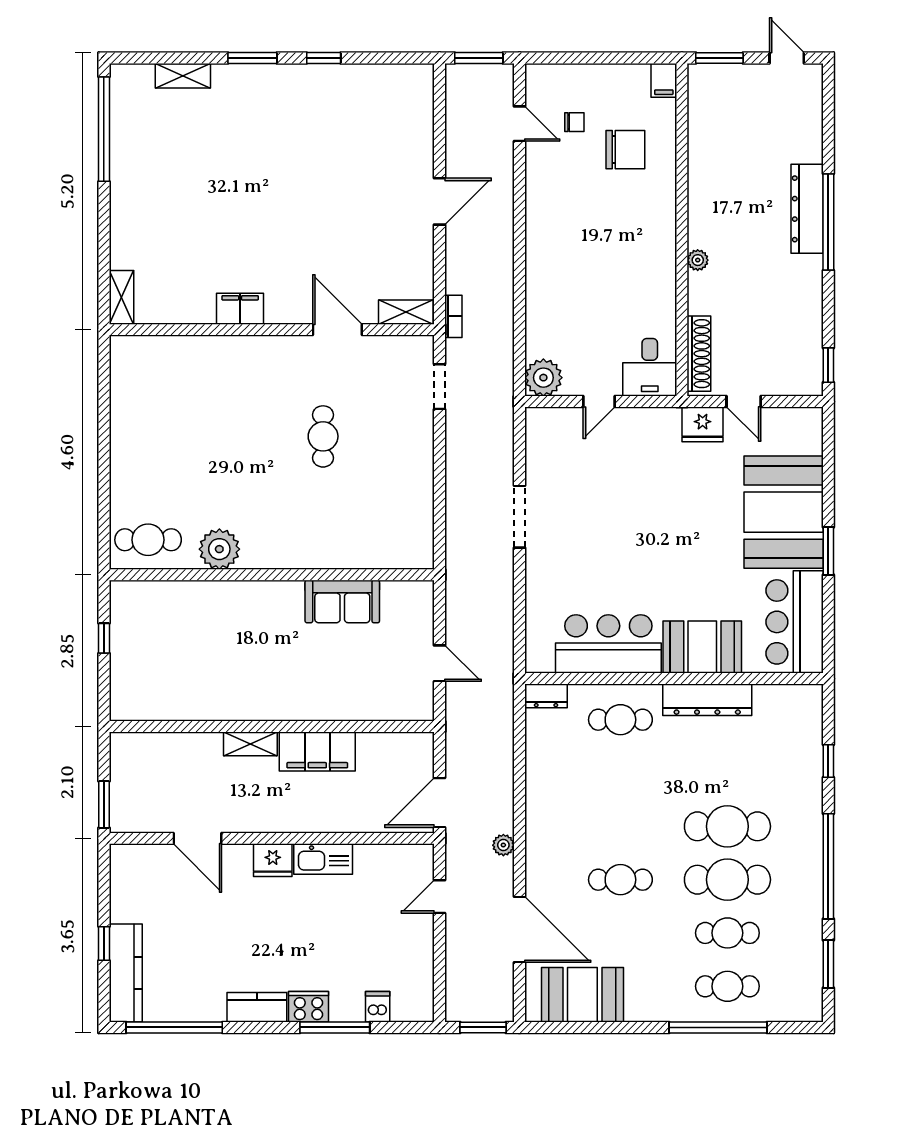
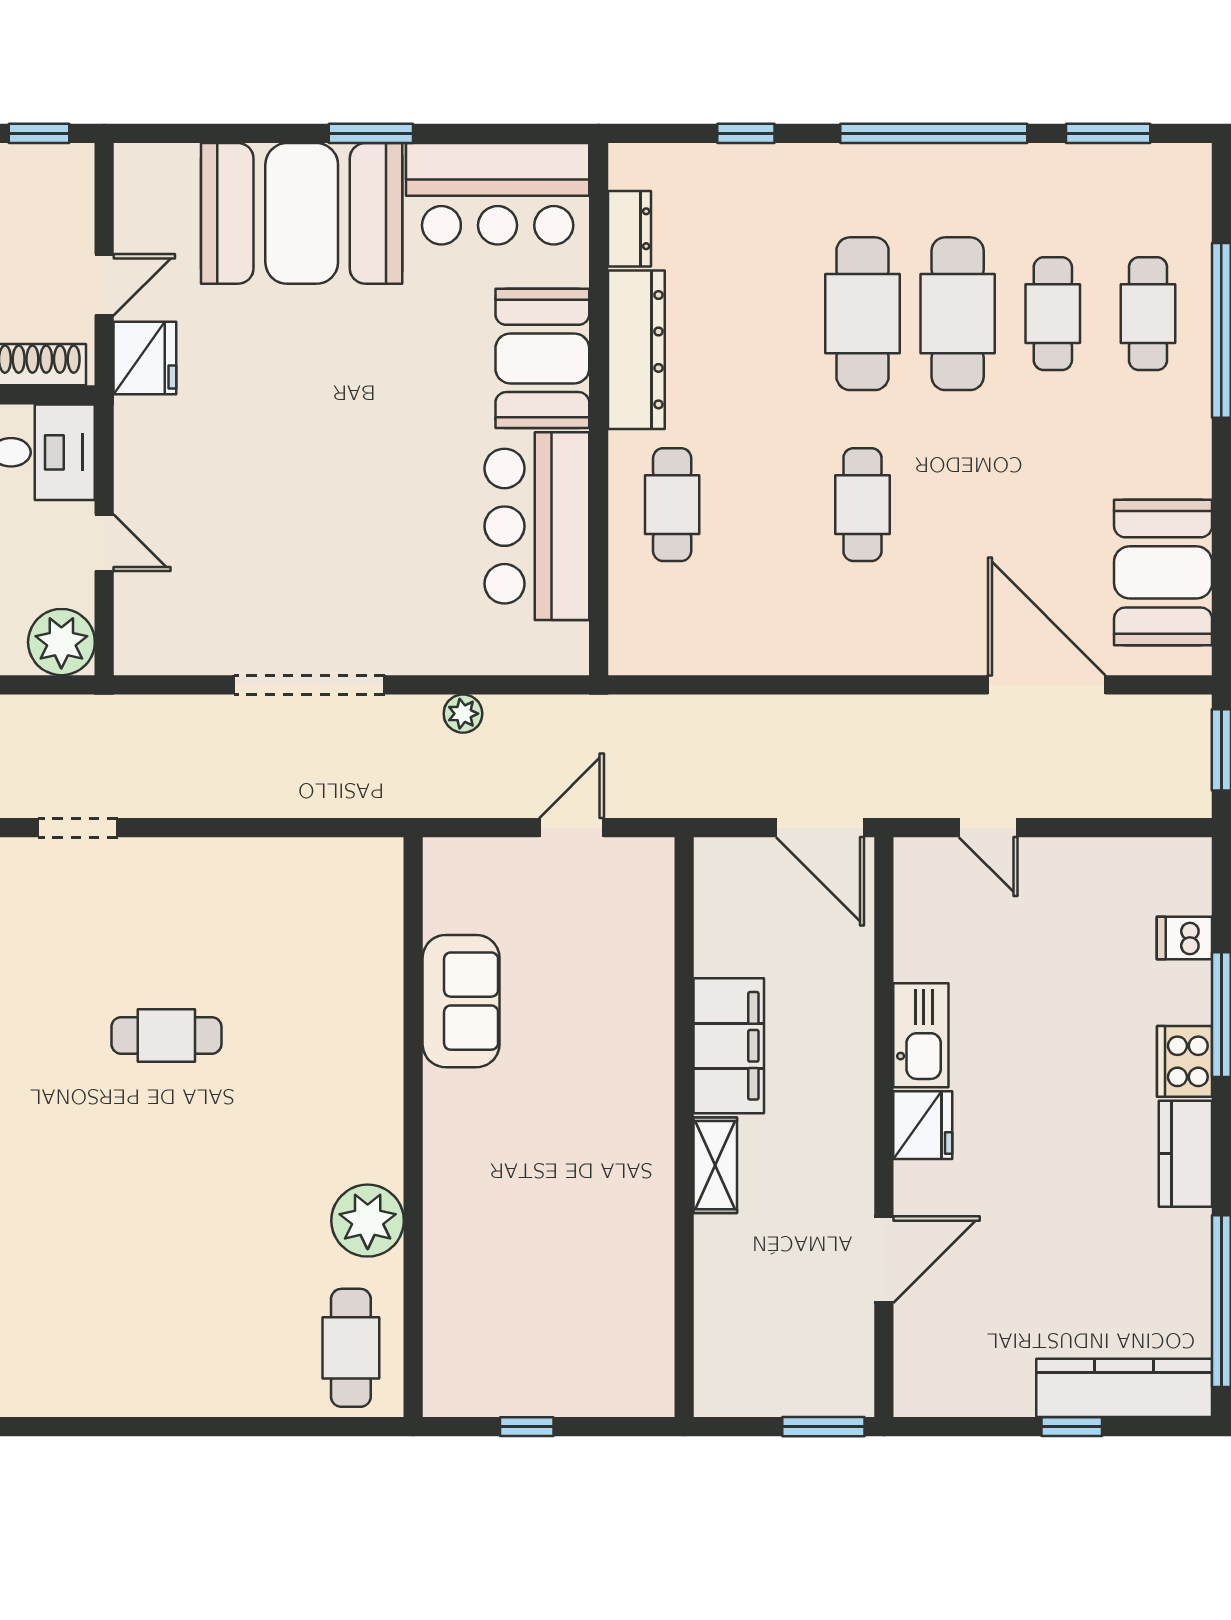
doorway: (519, 517) -> (309, 685), width x1.36
dresser: (546, 696) -> (629, 229), moved
plant: (503, 845) -> (463, 714), moved
cafe table: (620, 880) -> (862, 505), moved
door: (519, 930) -> (1047, 685), hinge flipped

